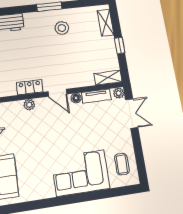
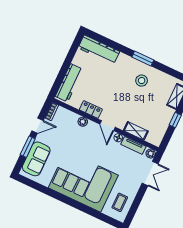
shelving: (108, 78) -> (136, 131), moved
corner sofa: (81, 173) -> (83, 181), width x1.36, depth x1.36

